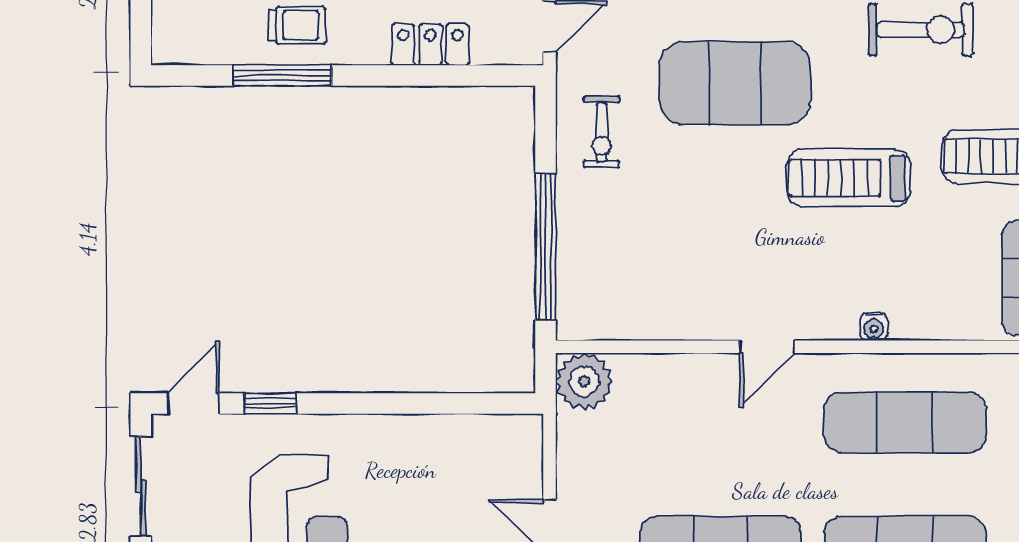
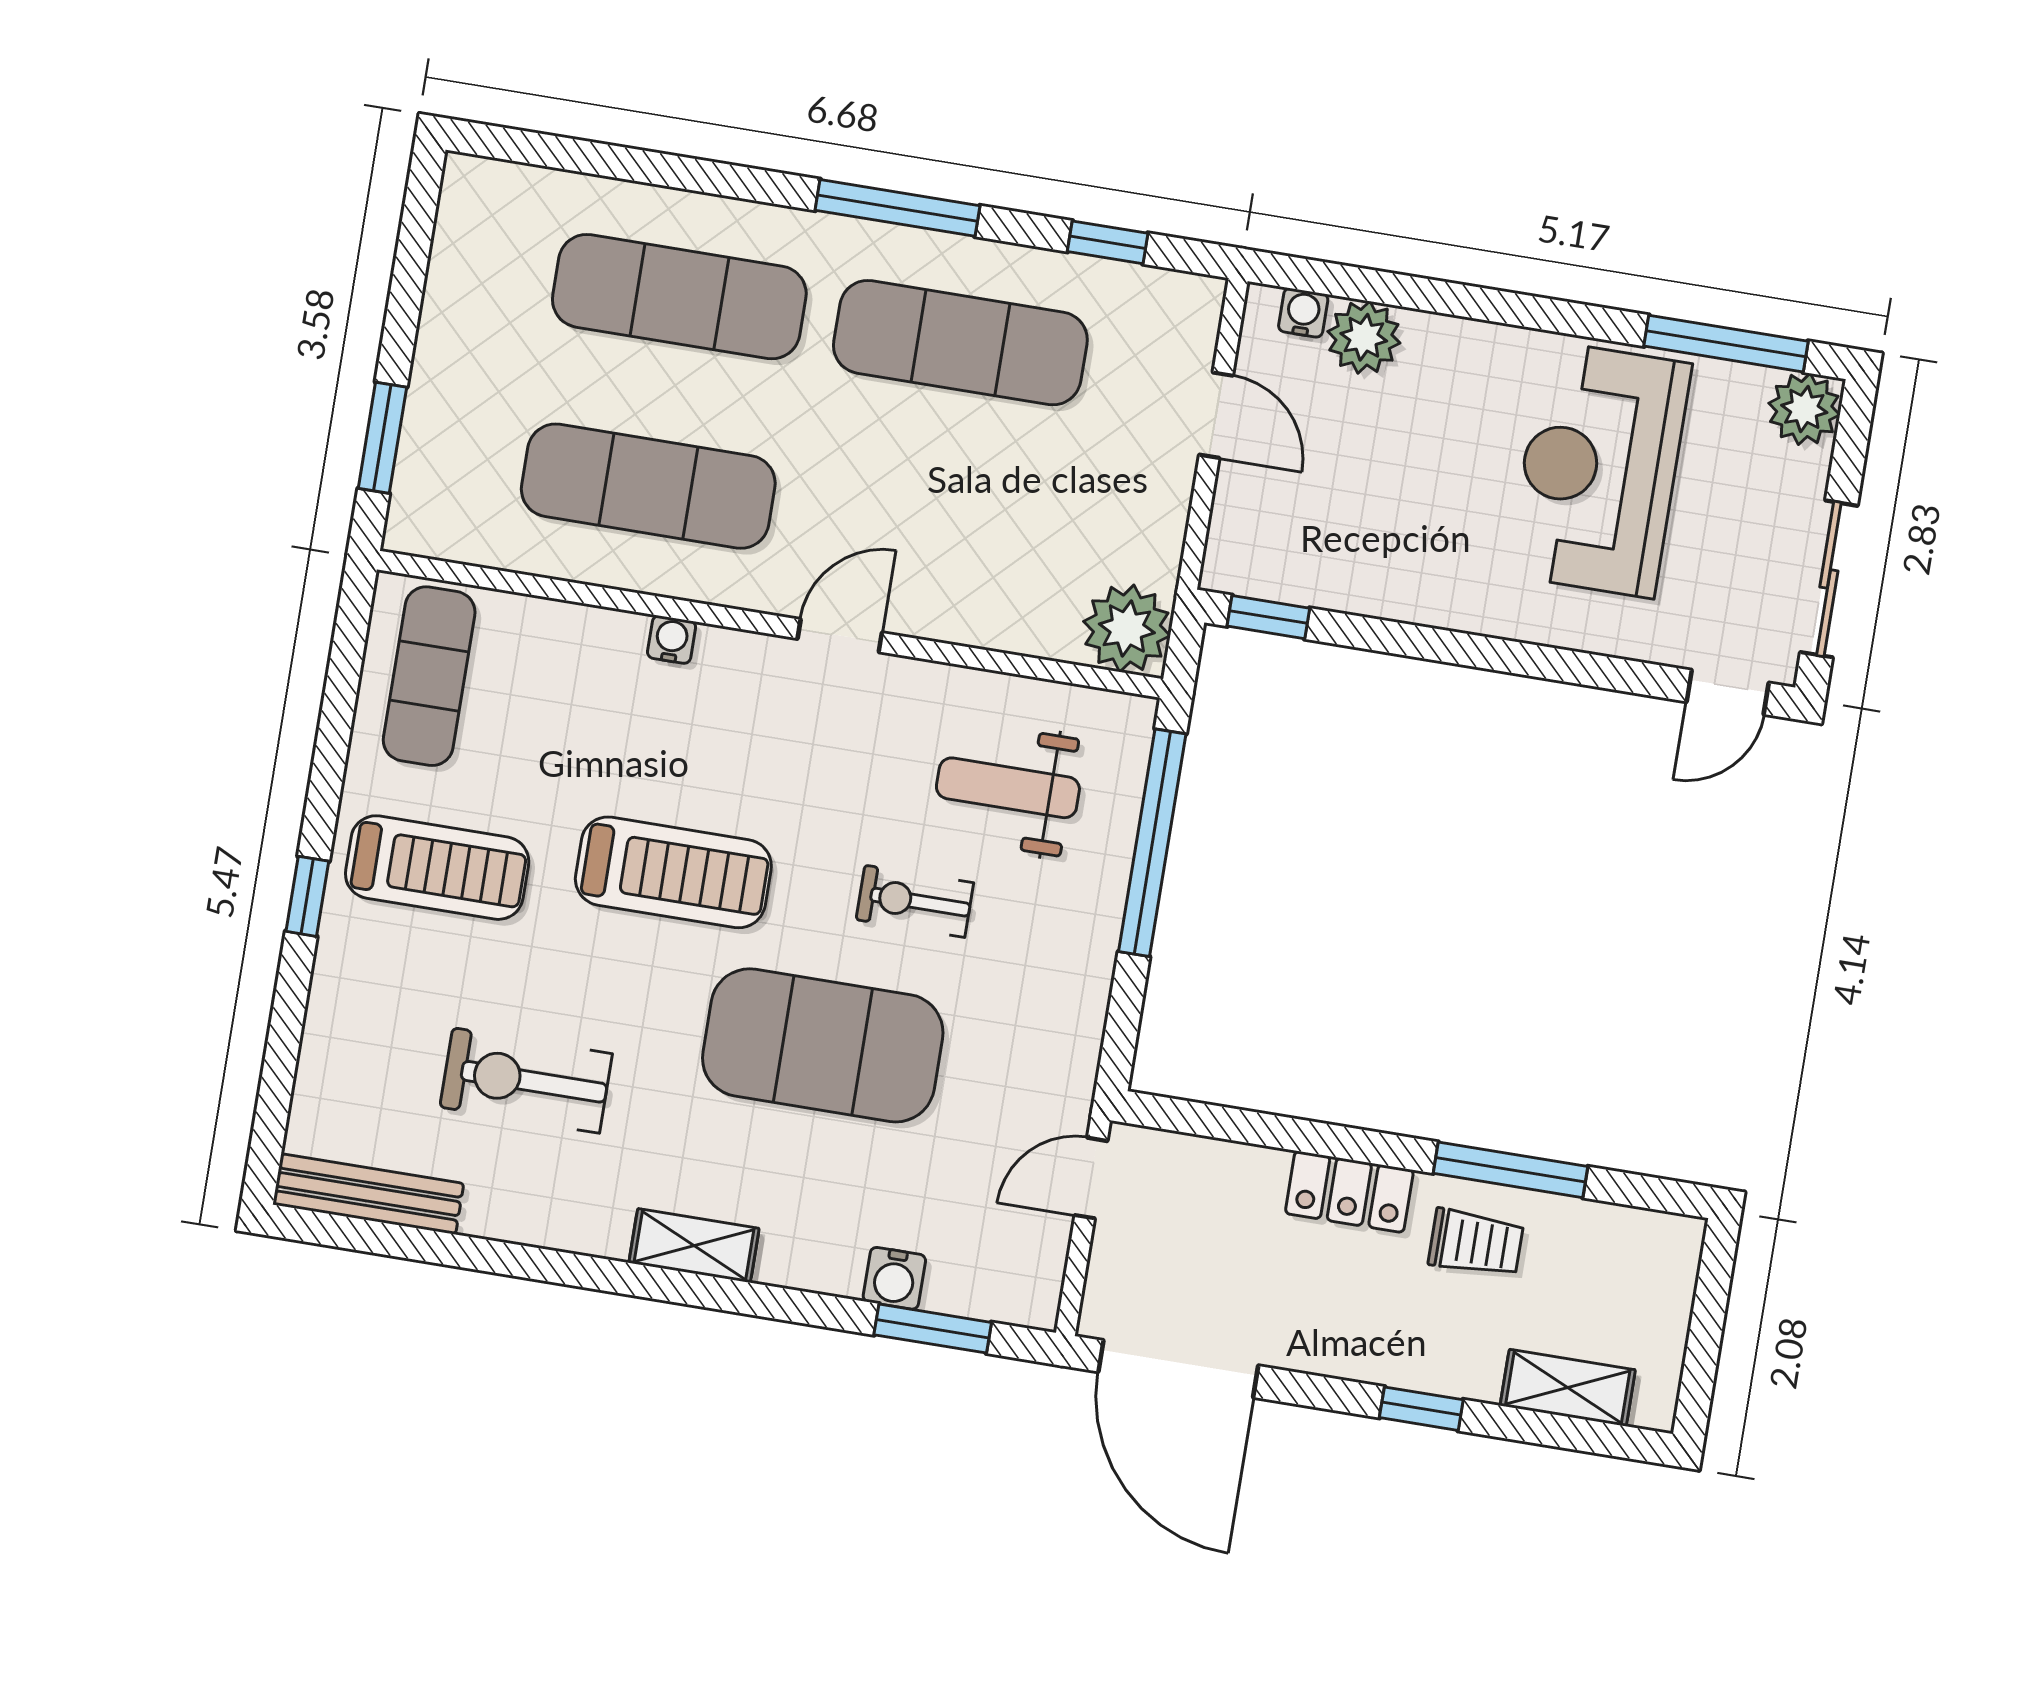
trolley: (297, 25) -> (1476, 1243), turned 180
locker: (430, 45) -> (1349, 1192), moved
exercise bike: (602, 132) -> (915, 901), moved, turned -90
weight bench: (643, 267) -> (1008, 788), added
window: (270, 403) -> (1268, 617), moved

